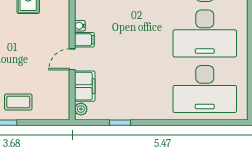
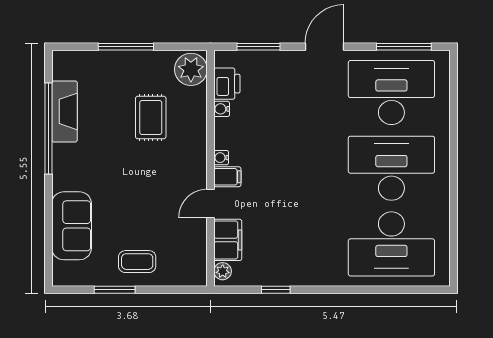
desk: (205, 34) -> (391, 168), turned 180

